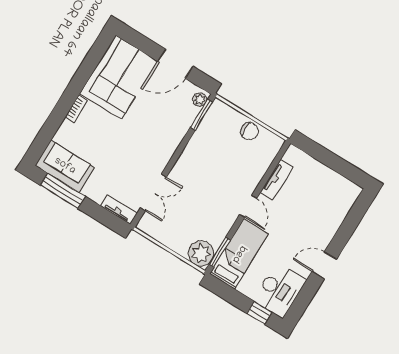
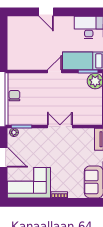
tv unit: (277, 180) -> (31, 65), removed
double door: (153, 192) -> (60, 127), moved
door: (324, 265) -> (46, 12), moved

